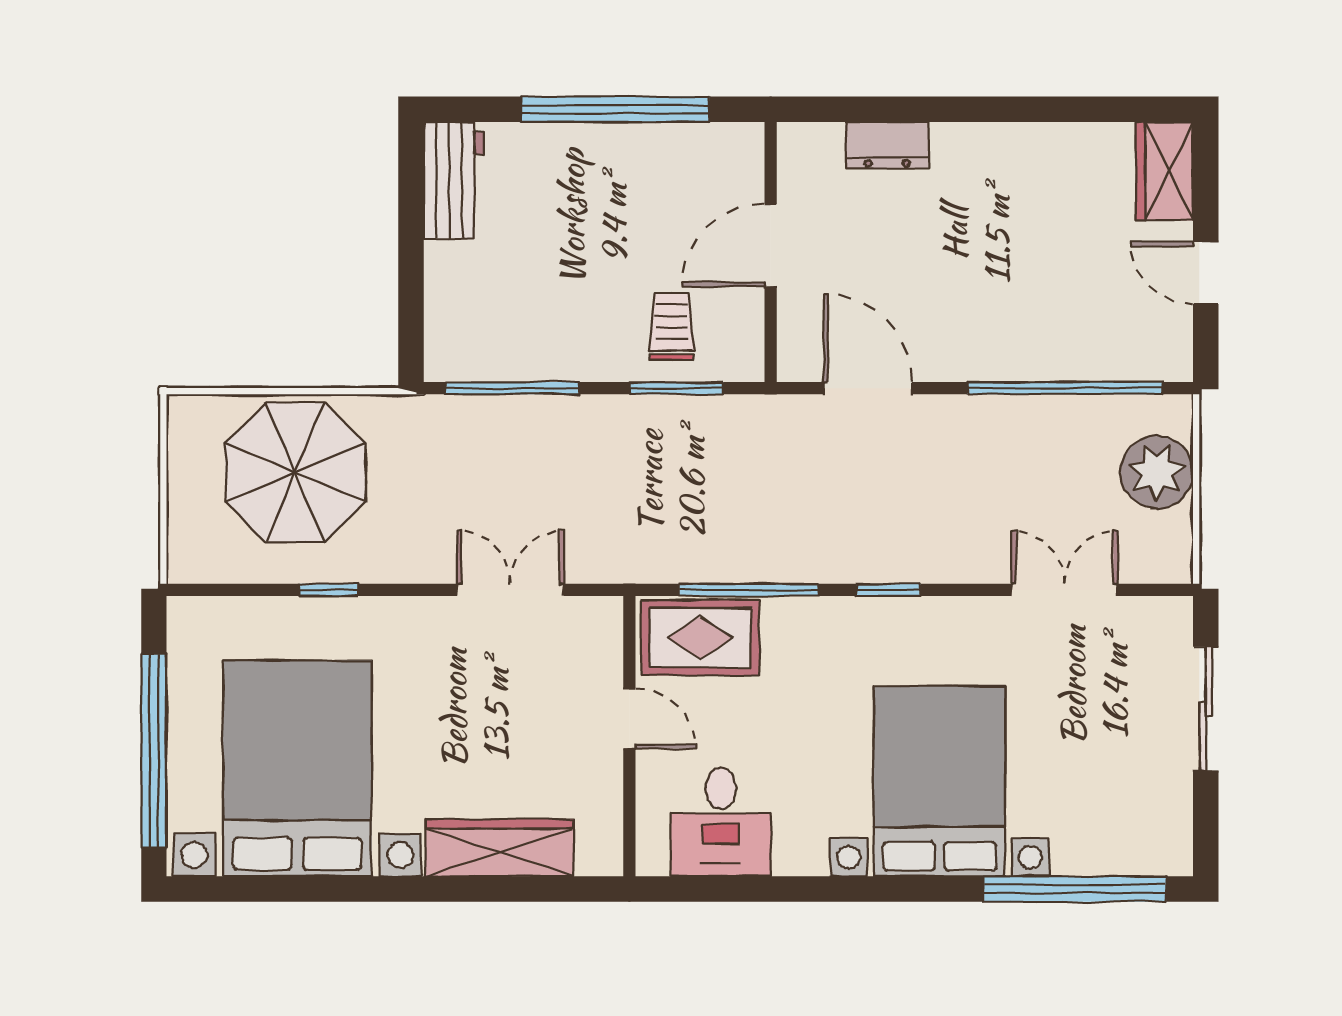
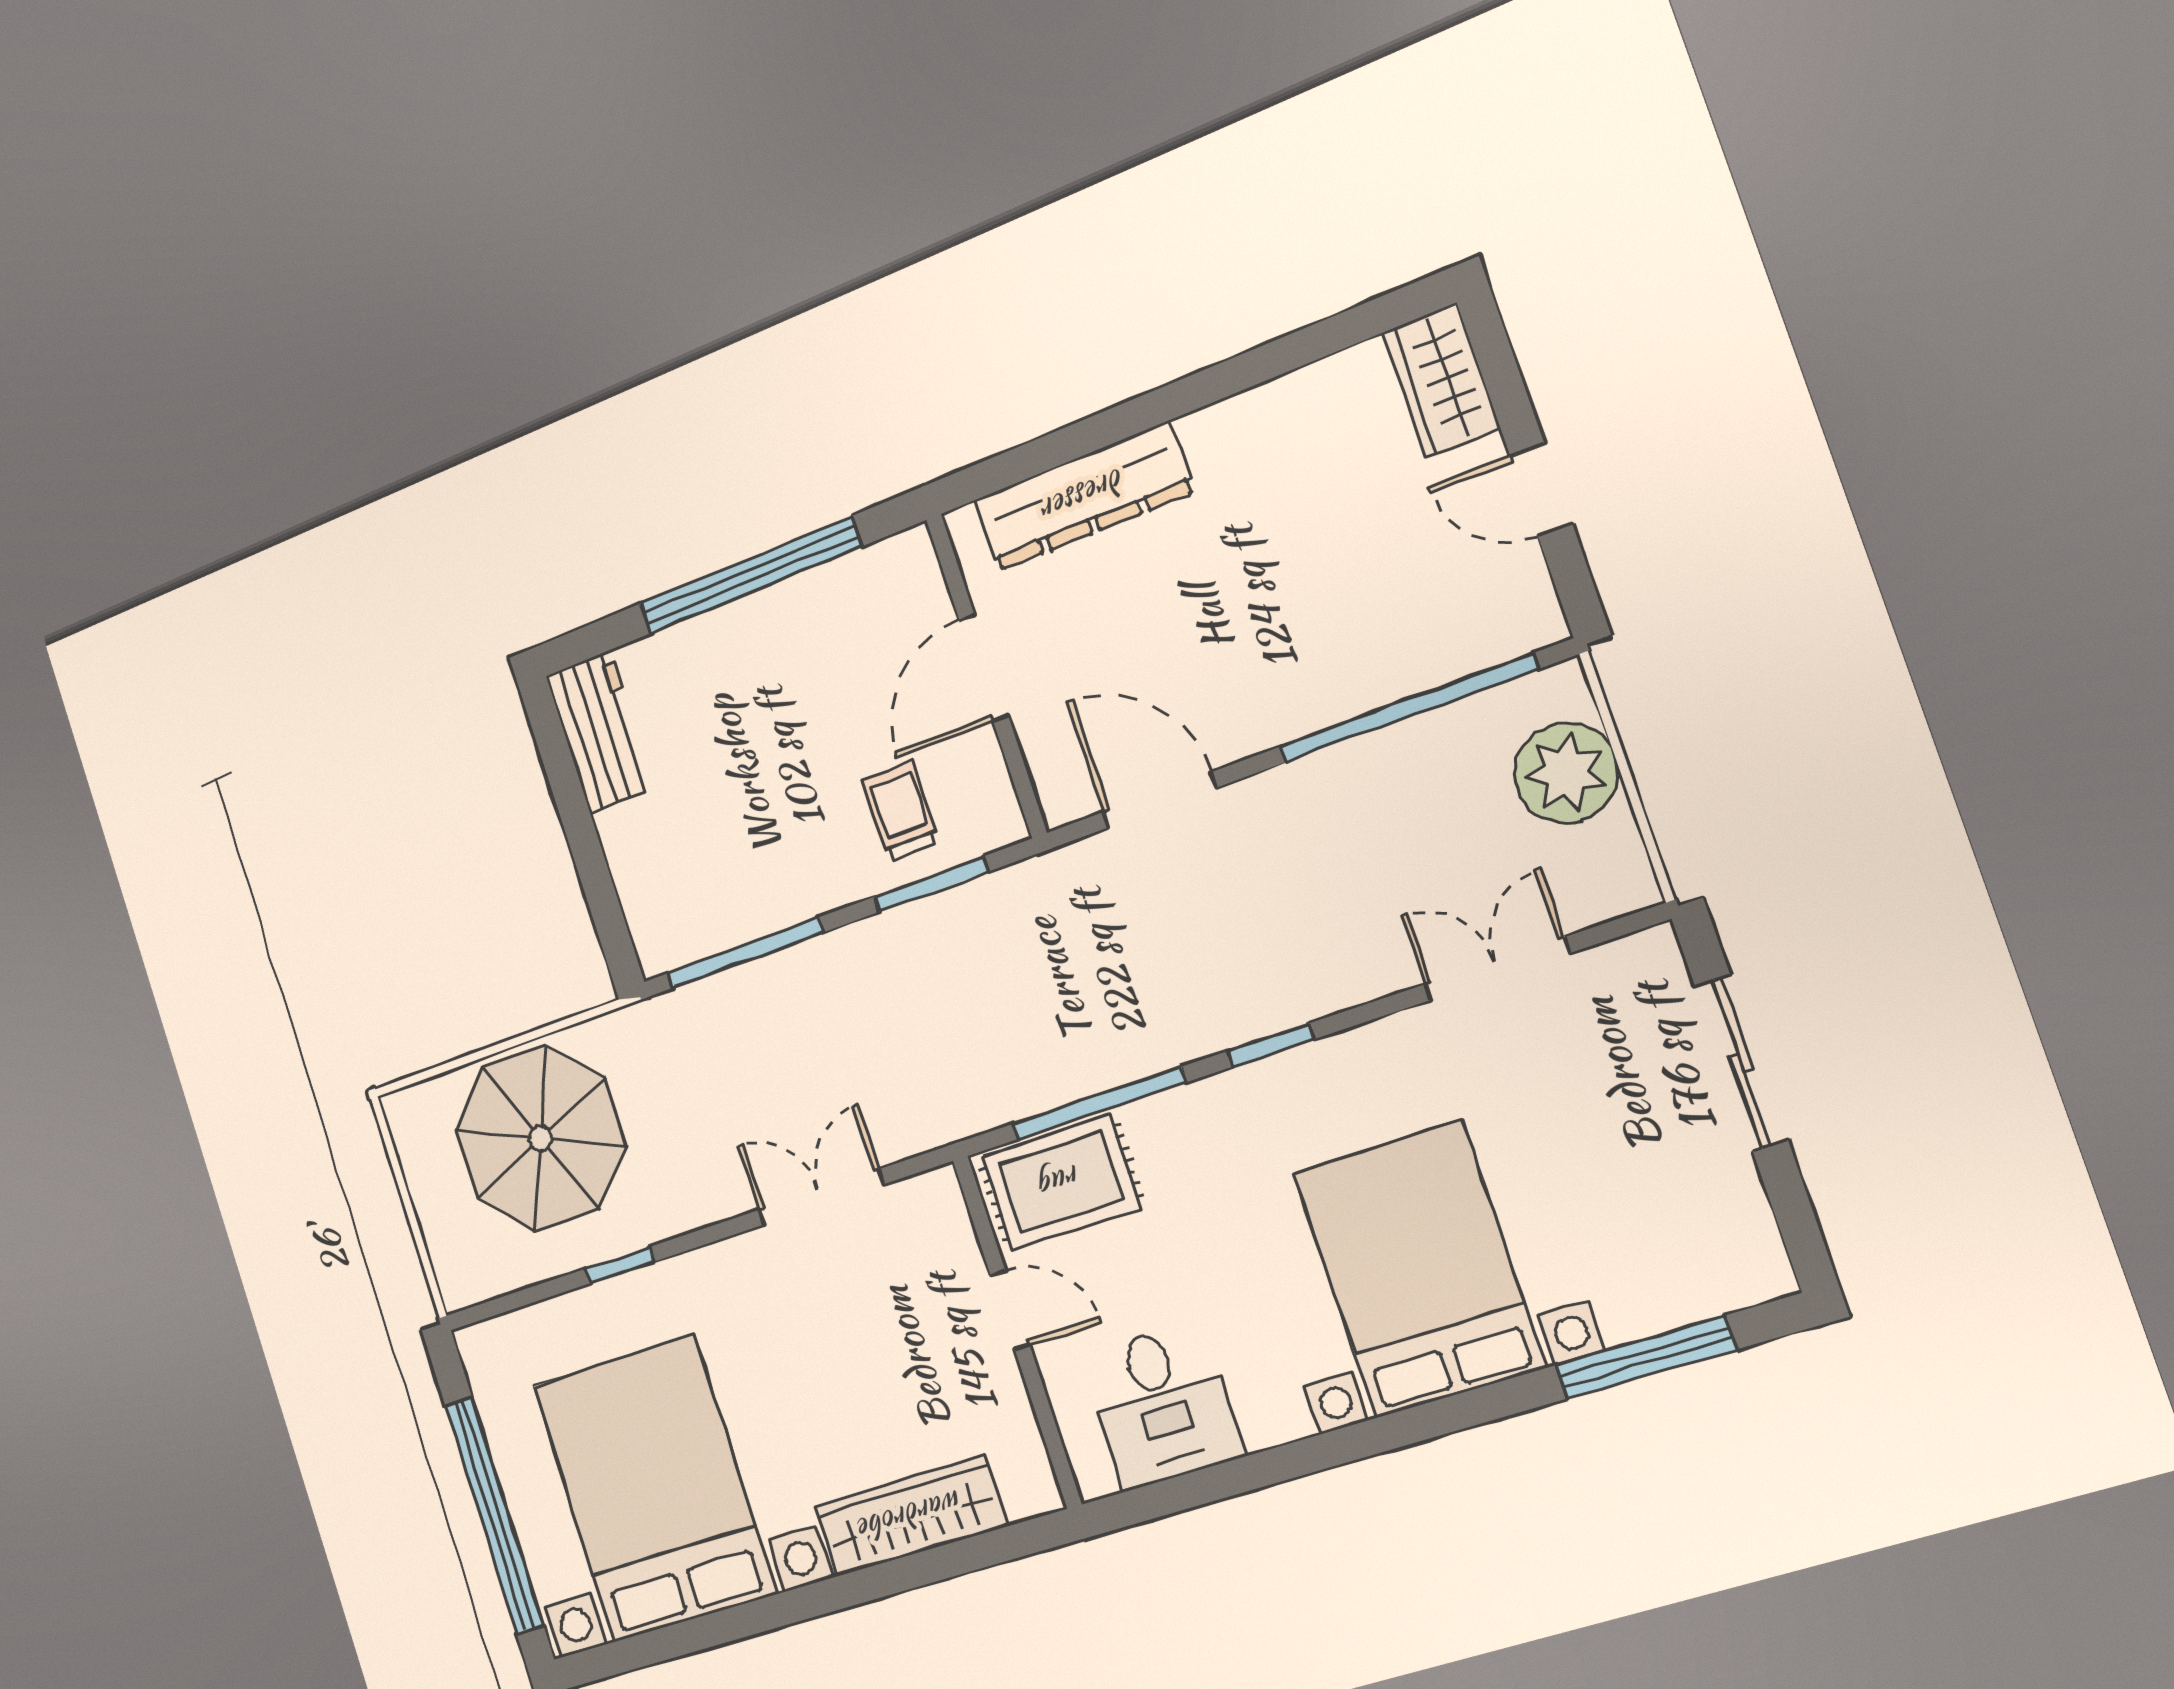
dresser: (887, 145) -> (1084, 496), width x1.96, depth x1.24
window: (1075, 889) -> (1646, 1357), width x0.68

